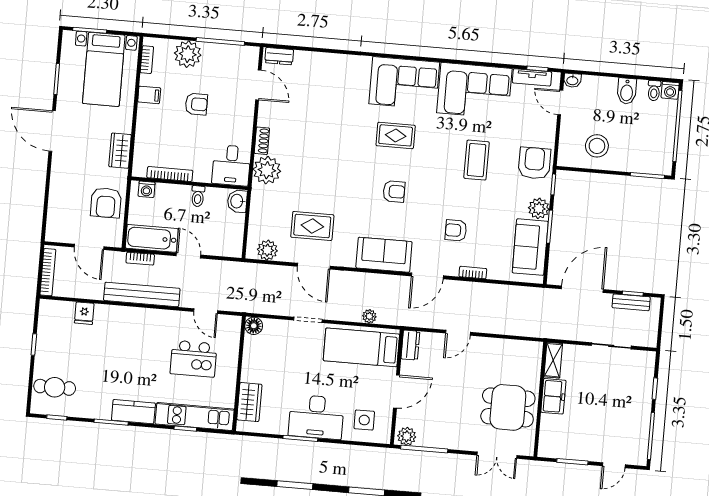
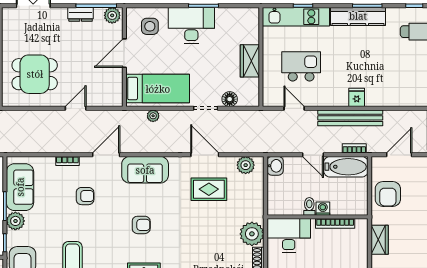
desk: (231, 165) -> (289, 235), width x1.37
washing machine: (147, 189) -> (323, 209), moved
armchair: (394, 191) -> (141, 225), turned 180
washbasin: (237, 201) -> (275, 166), moved
armchair: (106, 203) -> (388, 194), turned 180
door: (89, 247) -> (399, 155), hinge flipped
fridge: (84, 313) -> (357, 97), moved
floor lamp: (254, 326) -> (230, 99), moved
dresser: (410, 345) -> (81, 14), moved, turned -90
wardrobe: (249, 402) -> (250, 61), moved
dining table: (508, 407) -> (35, 74), moved
kitchen counter: (133, 412) -> (358, 16), width x1.50

